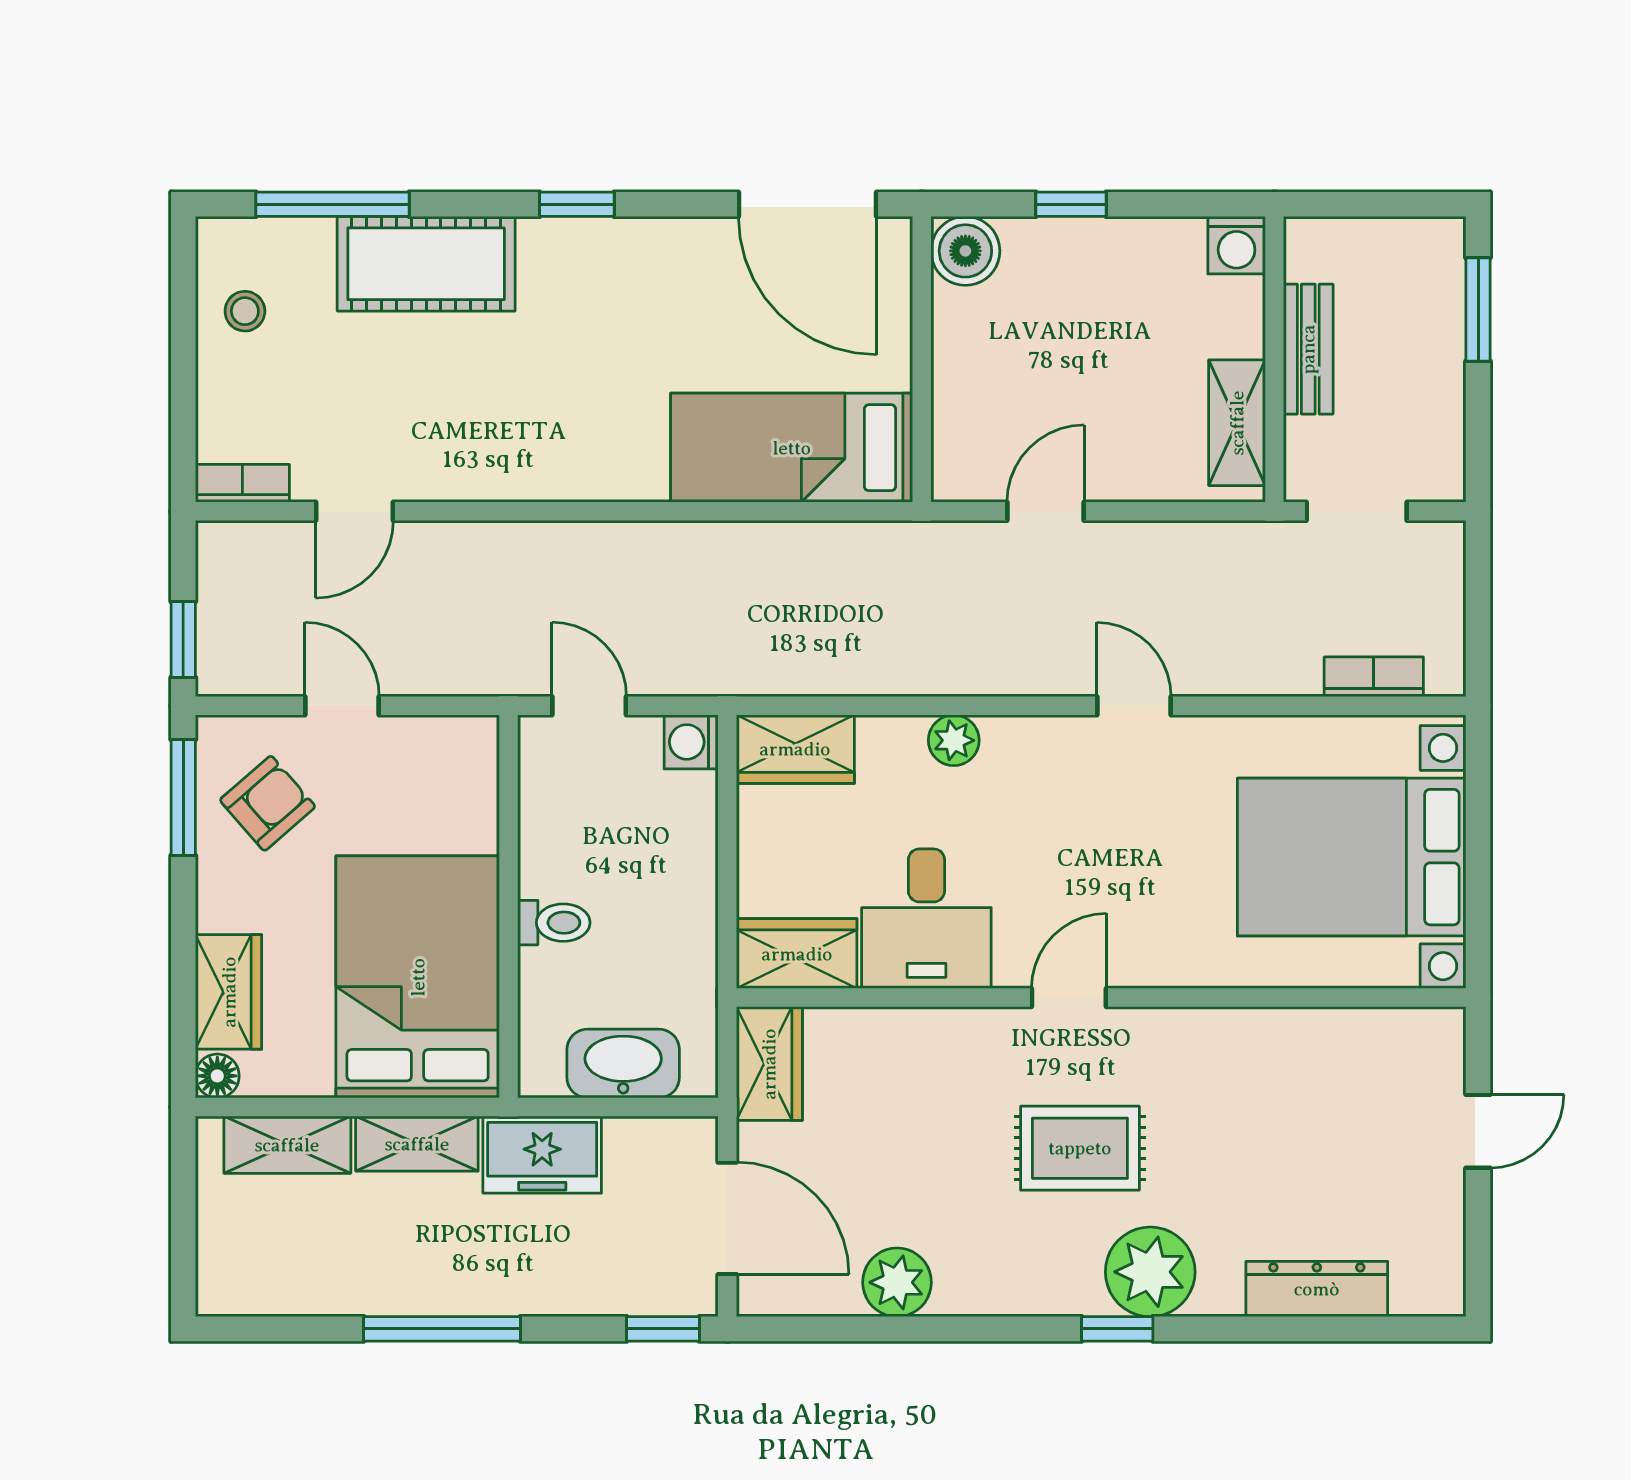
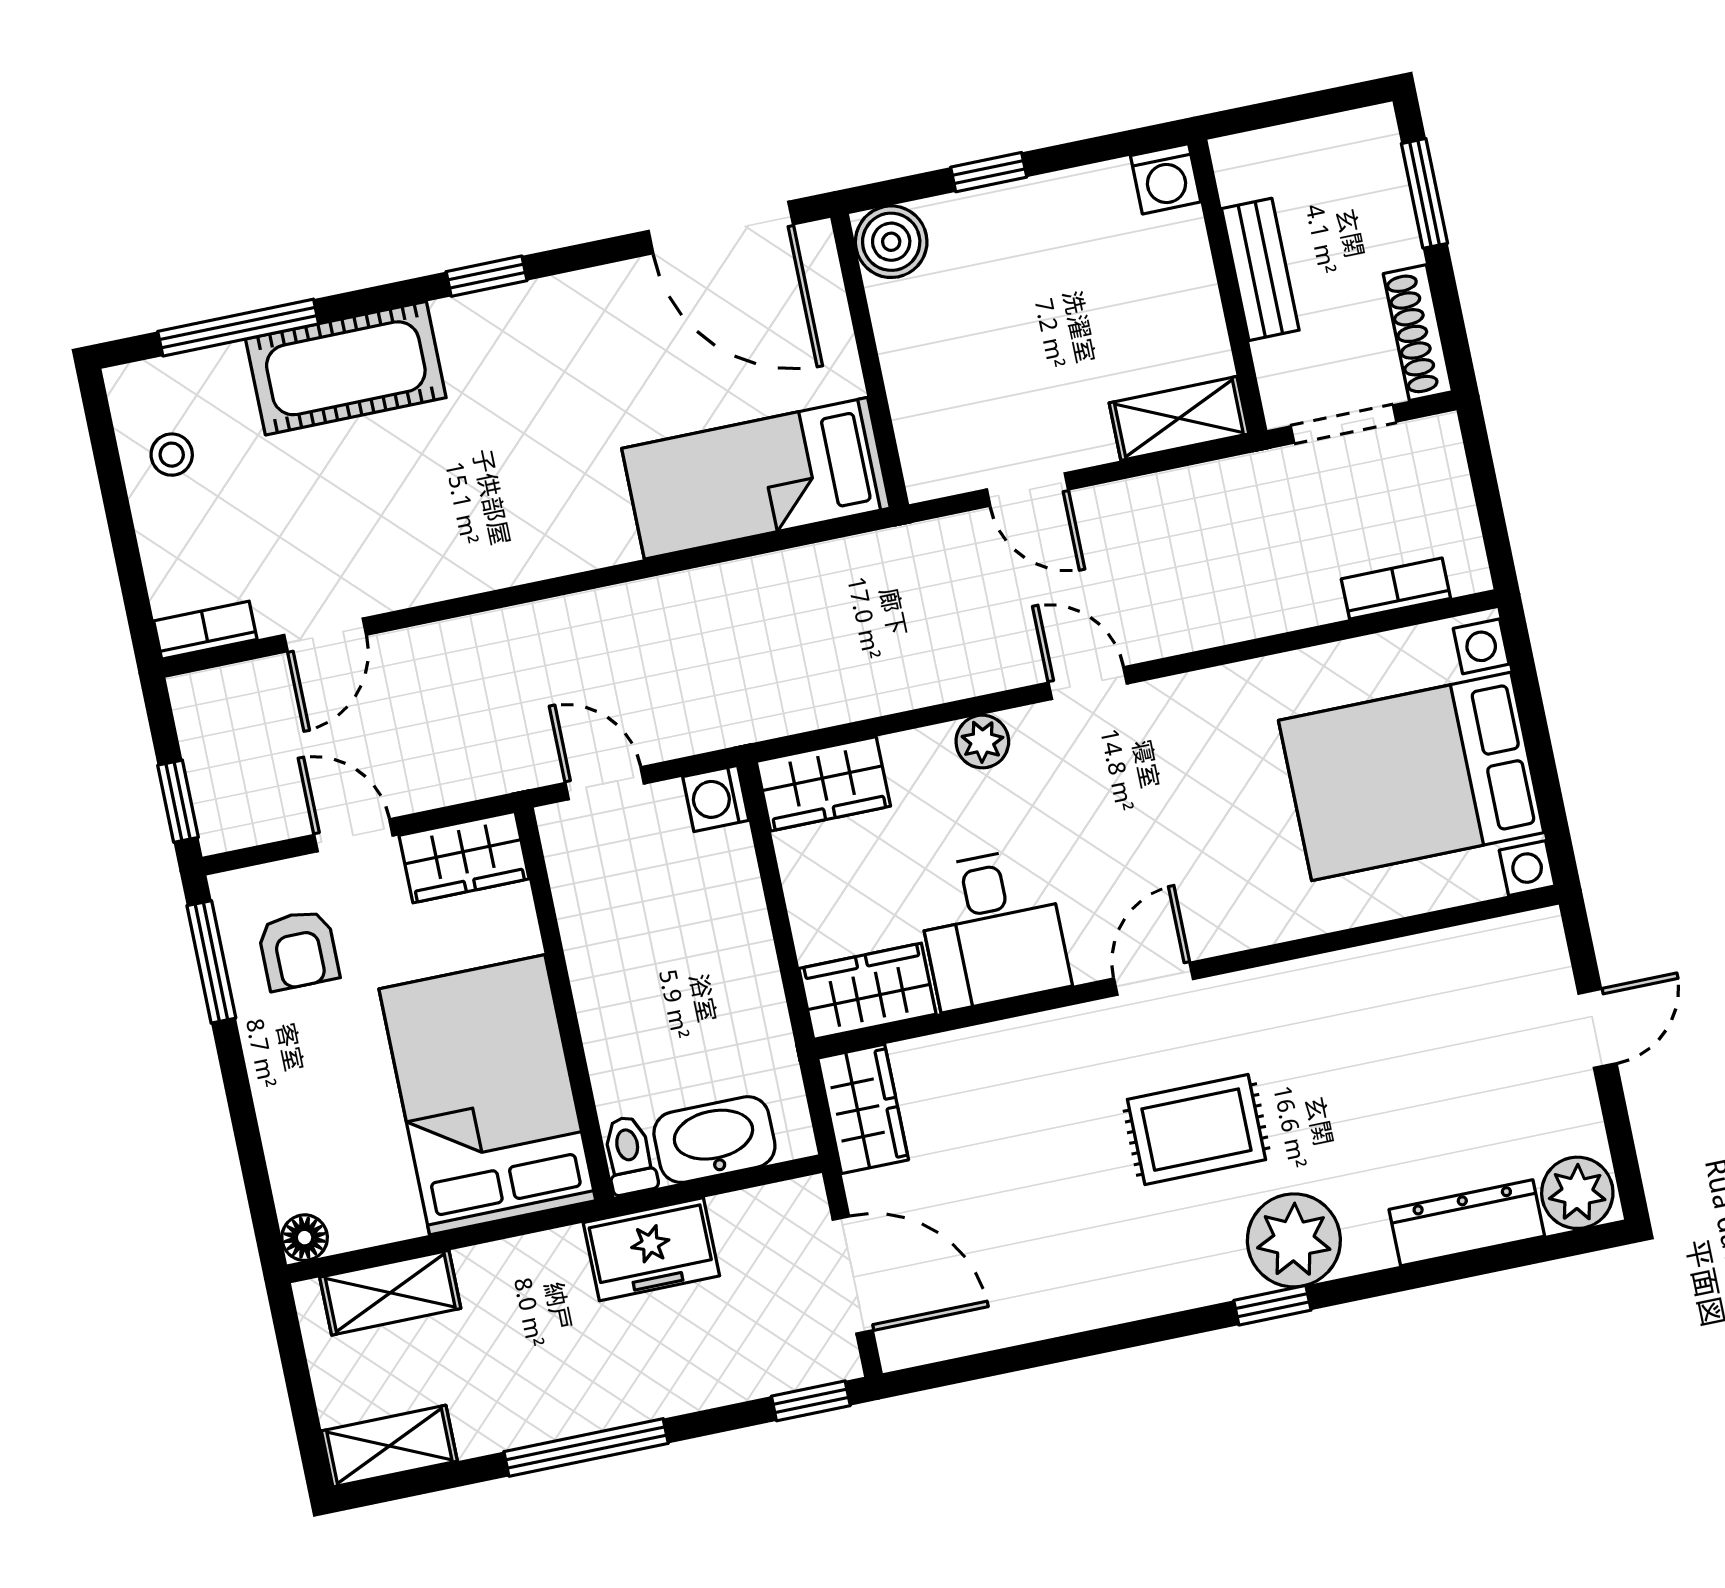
shelving: (1237, 423) -> (1179, 418), moved, turned 90
shoe rack: (1445, 440) -> (1418, 333), added
door: (1046, 511) -> (1027, 489), swing flipped
door: (1134, 706) -> (1088, 683), moved
armchair: (268, 803) -> (298, 950), turned 131
toilet: (554, 923) -> (629, 1155), moved, turned -90
wardrobe: (229, 992) -> (464, 857), moved, turned 90
shelving: (417, 1144) -> (389, 1446), moved
plant: (897, 1282) -> (1577, 1193), moved

